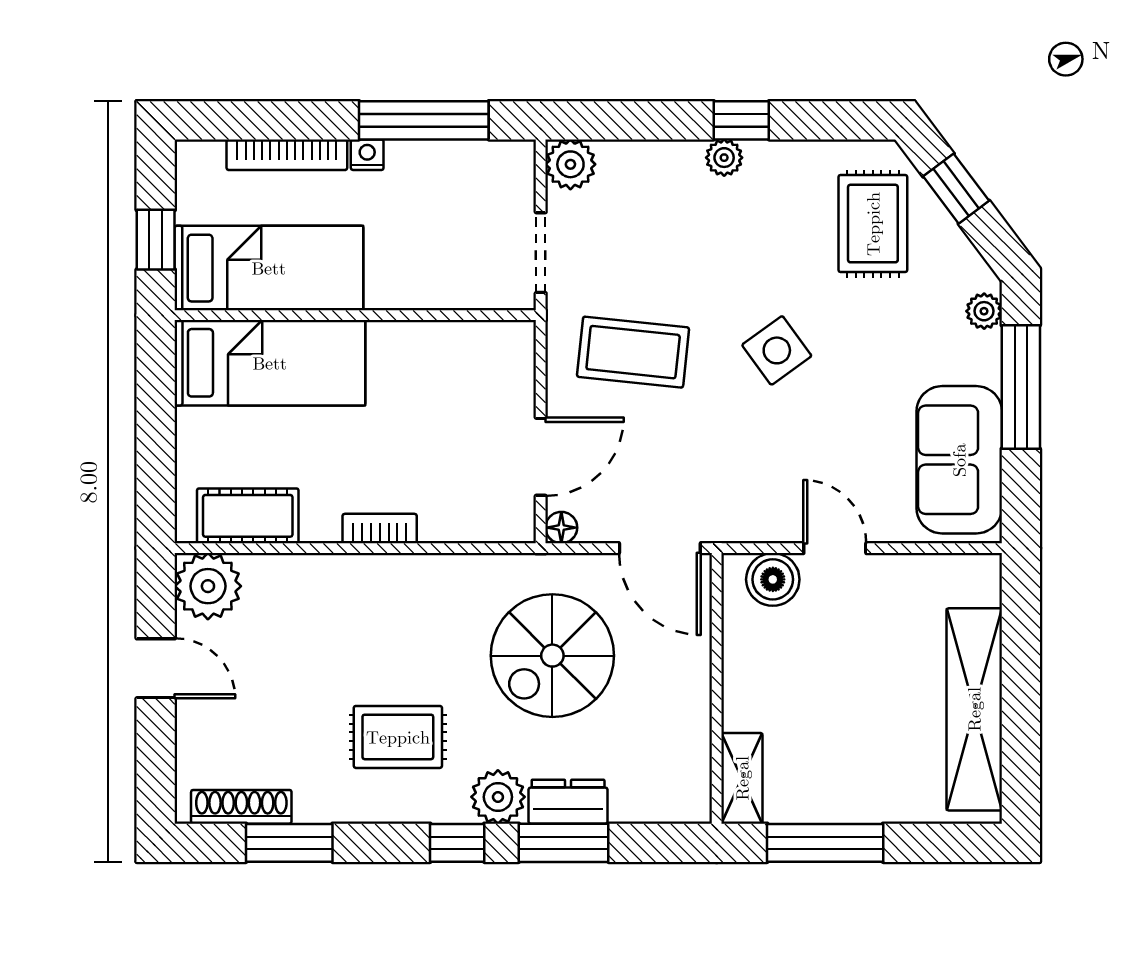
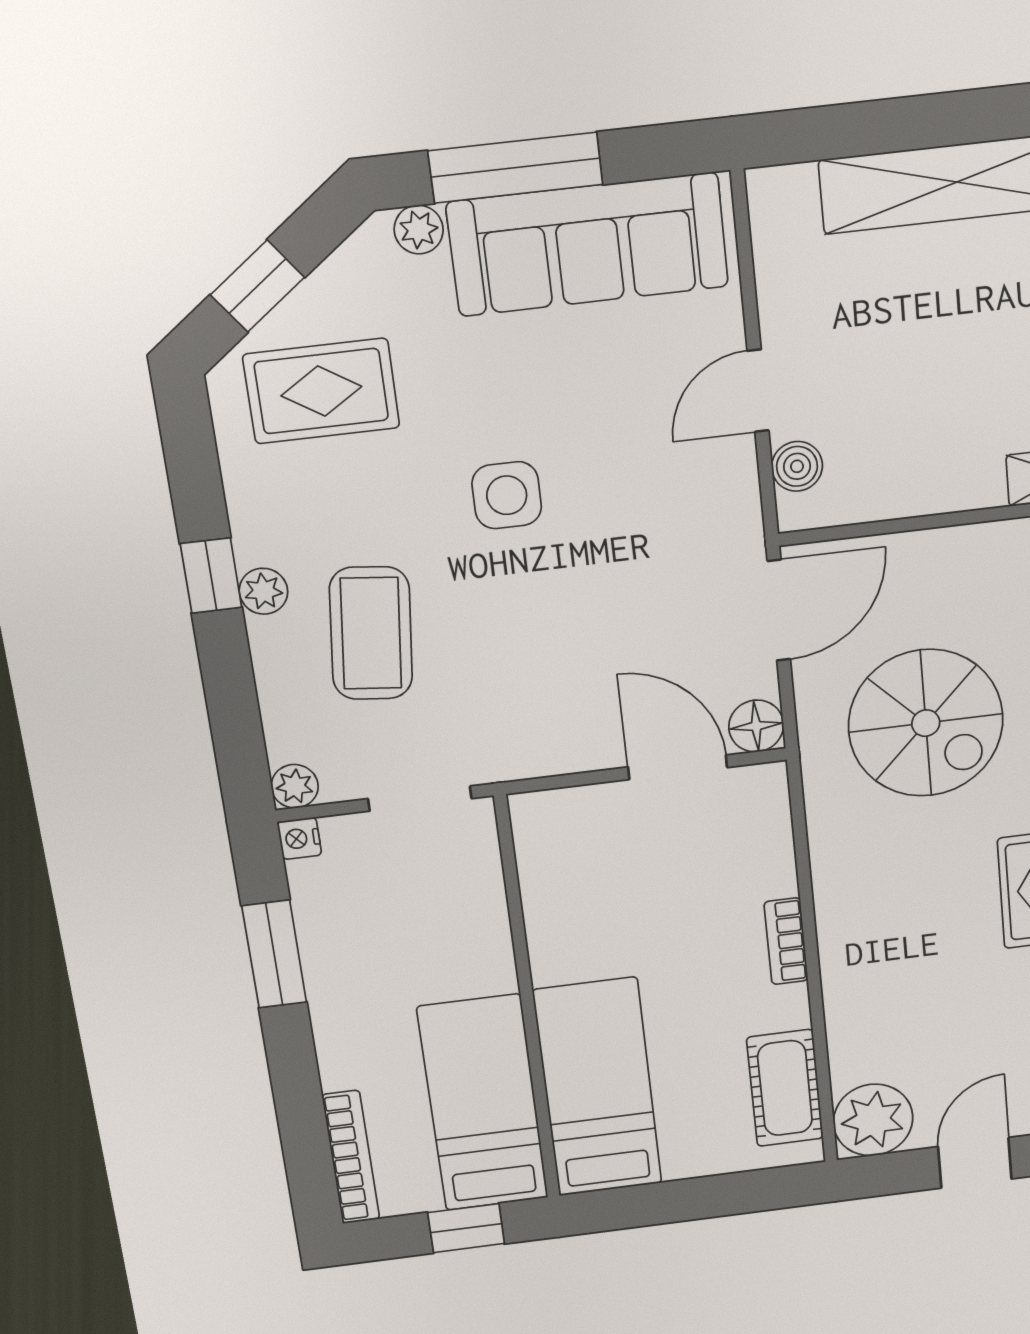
window: (424, 120) -> (274, 954), width x0.69
bookcase: (287, 155) -> (351, 1157), moved
nightstand: (367, 155) -> (299, 838), moved
plant: (570, 164) -> (295, 786), width x0.73, depth x0.73
side table: (777, 350) -> (507, 495), turned 36
coffee table: (633, 352) -> (371, 633), moved
sofa: (959, 460) -> (588, 244), width x1.36
floor lamp: (561, 528) -> (756, 726), width x1.37, depth x1.37
boiler: (773, 579) -> (797, 466), width x0.73, depth x0.73

